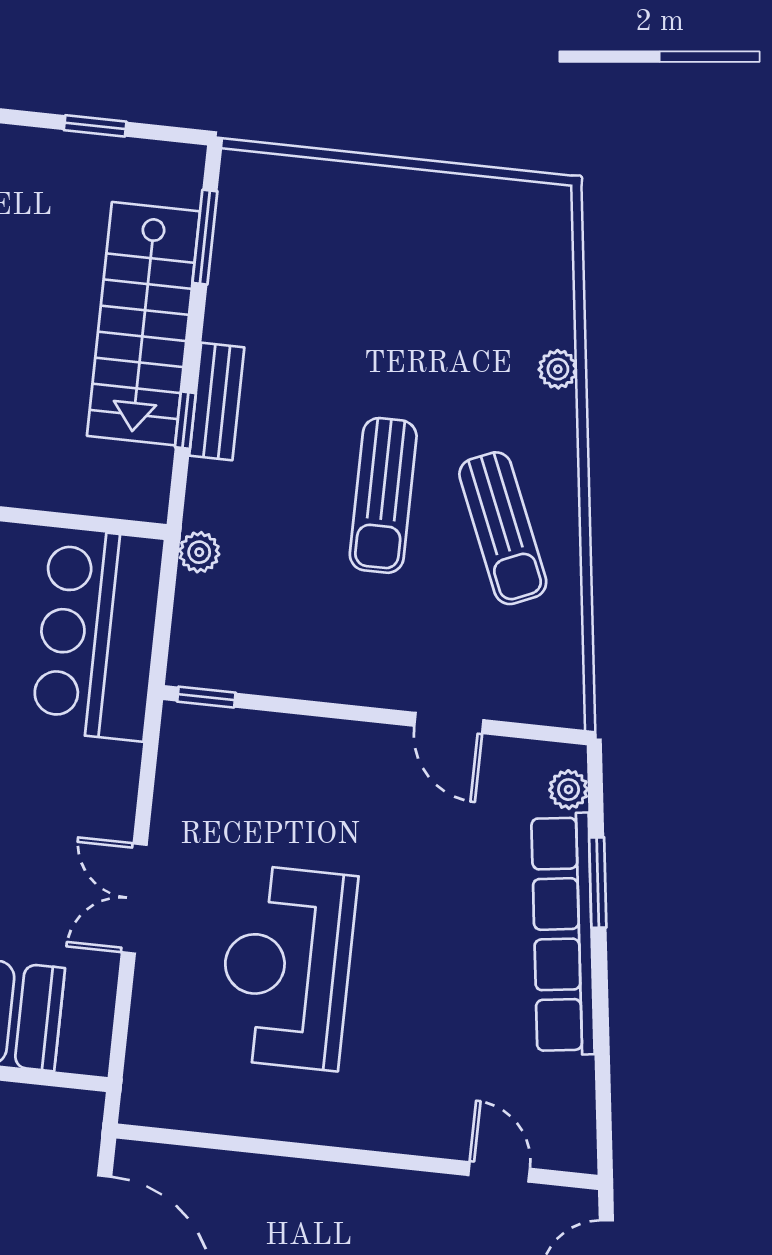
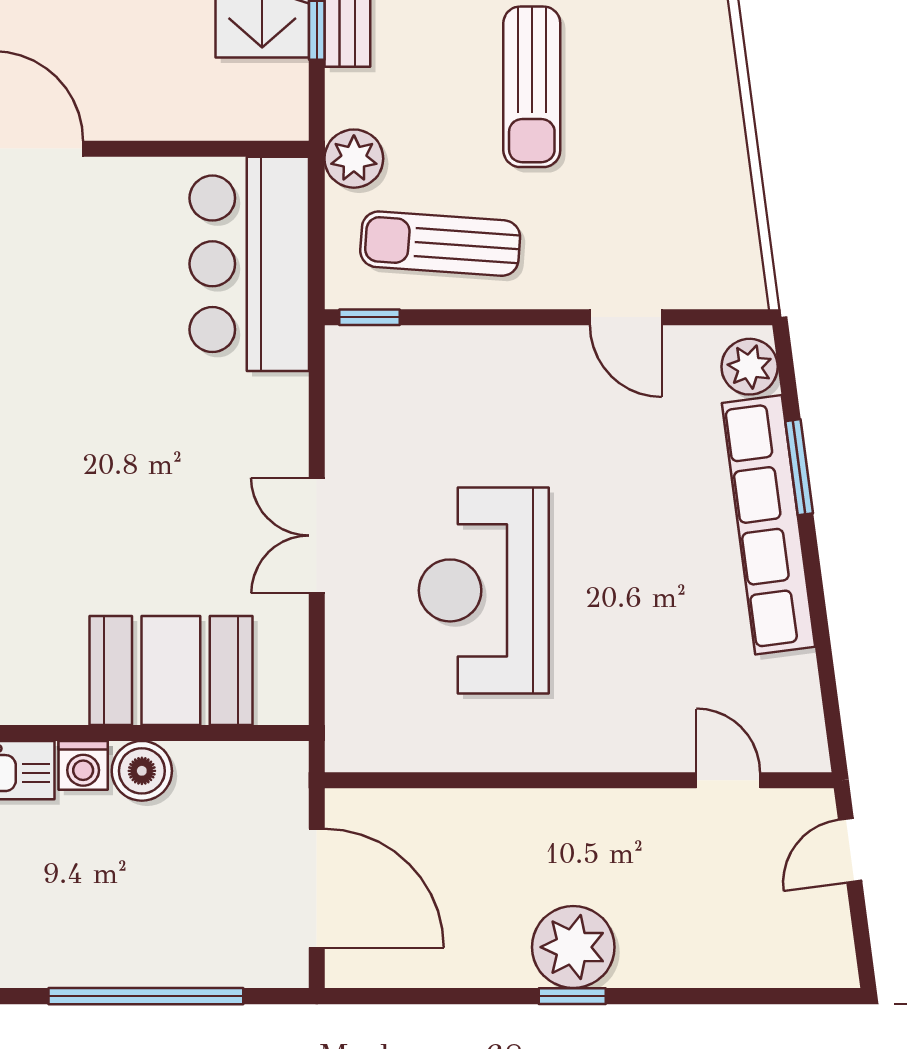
sun lounger: (503, 528) -> (440, 244), moved, turned 117
plant: (199, 552) -> (354, 159), width x1.38, depth x1.38
plant: (569, 790) -> (750, 367), width x1.38, depth x1.38

